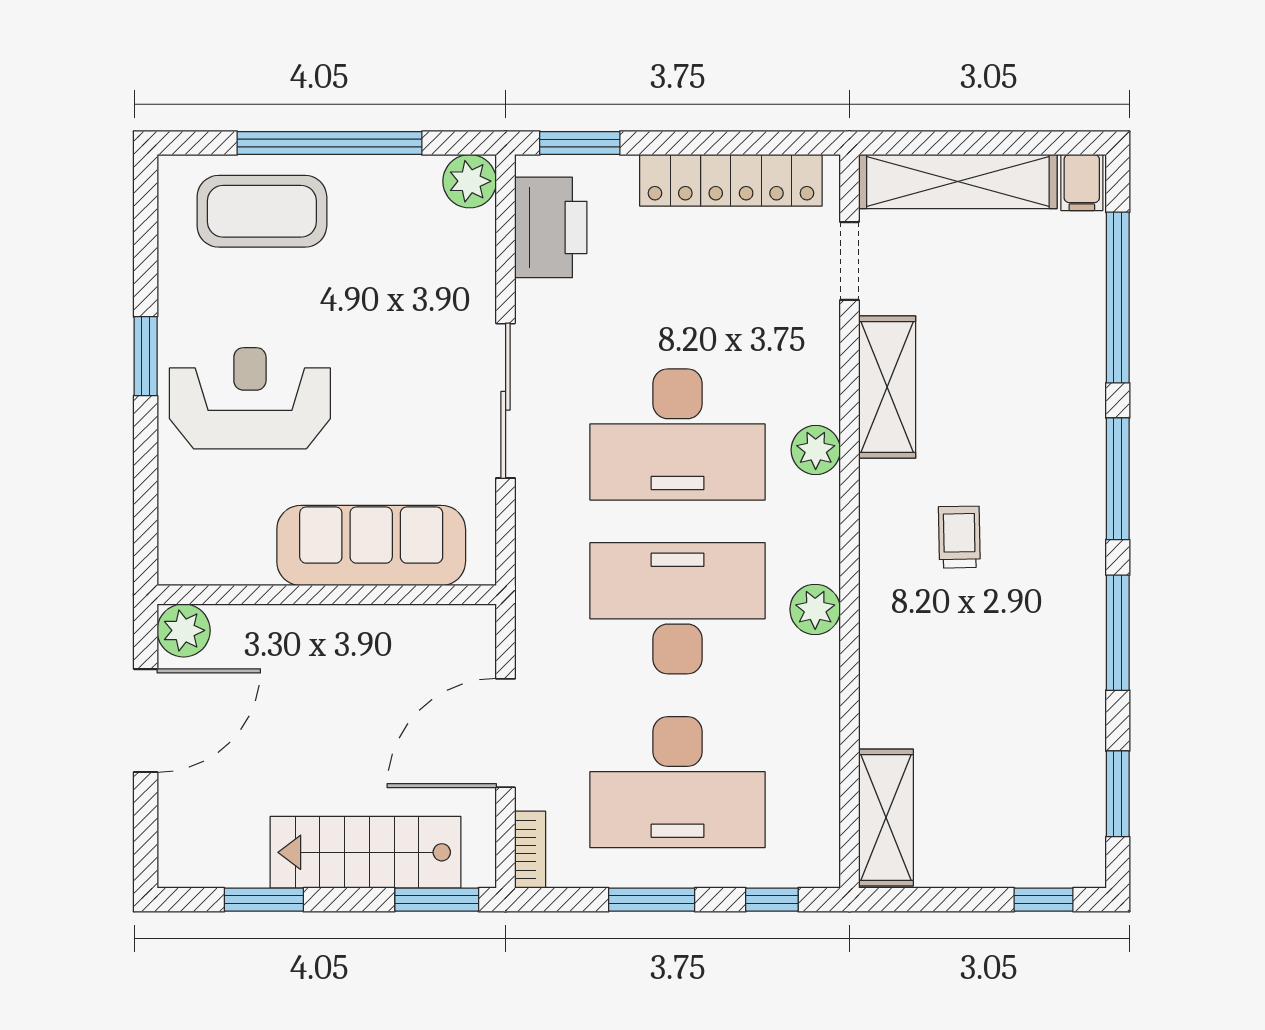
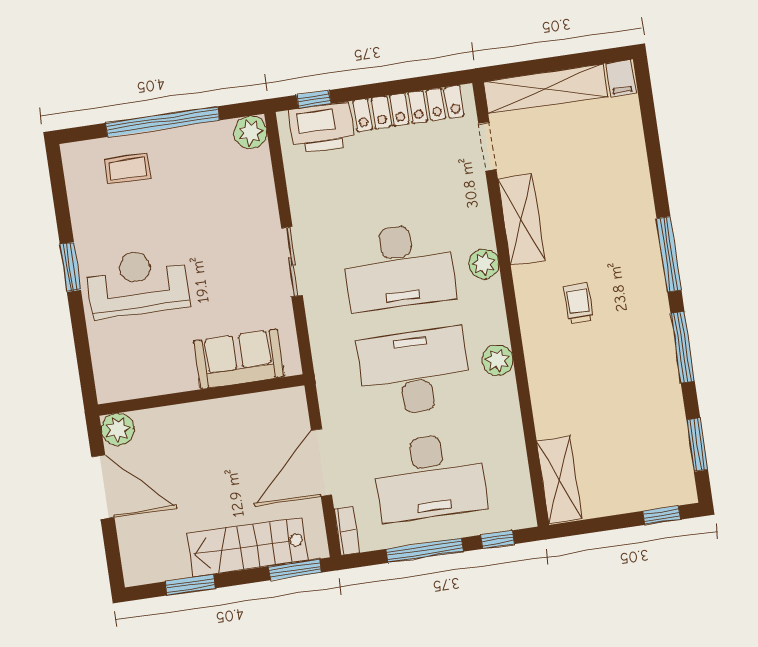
window: (580, 143) -> (314, 99), width x0.67
coffee table: (262, 211) -> (128, 169), width x0.54, depth x0.58
printer: (551, 227) -> (322, 128), moved, turned 90
window: (1118, 298) -> (653, 145), removed
sliding door: (506, 401) -> (292, 262), width x0.73
sofa: (371, 545) -> (239, 359), width x0.73
door: (146, 721) -> (103, 487), hinge flipped
window: (652, 900) -> (425, 550), width x1.44

